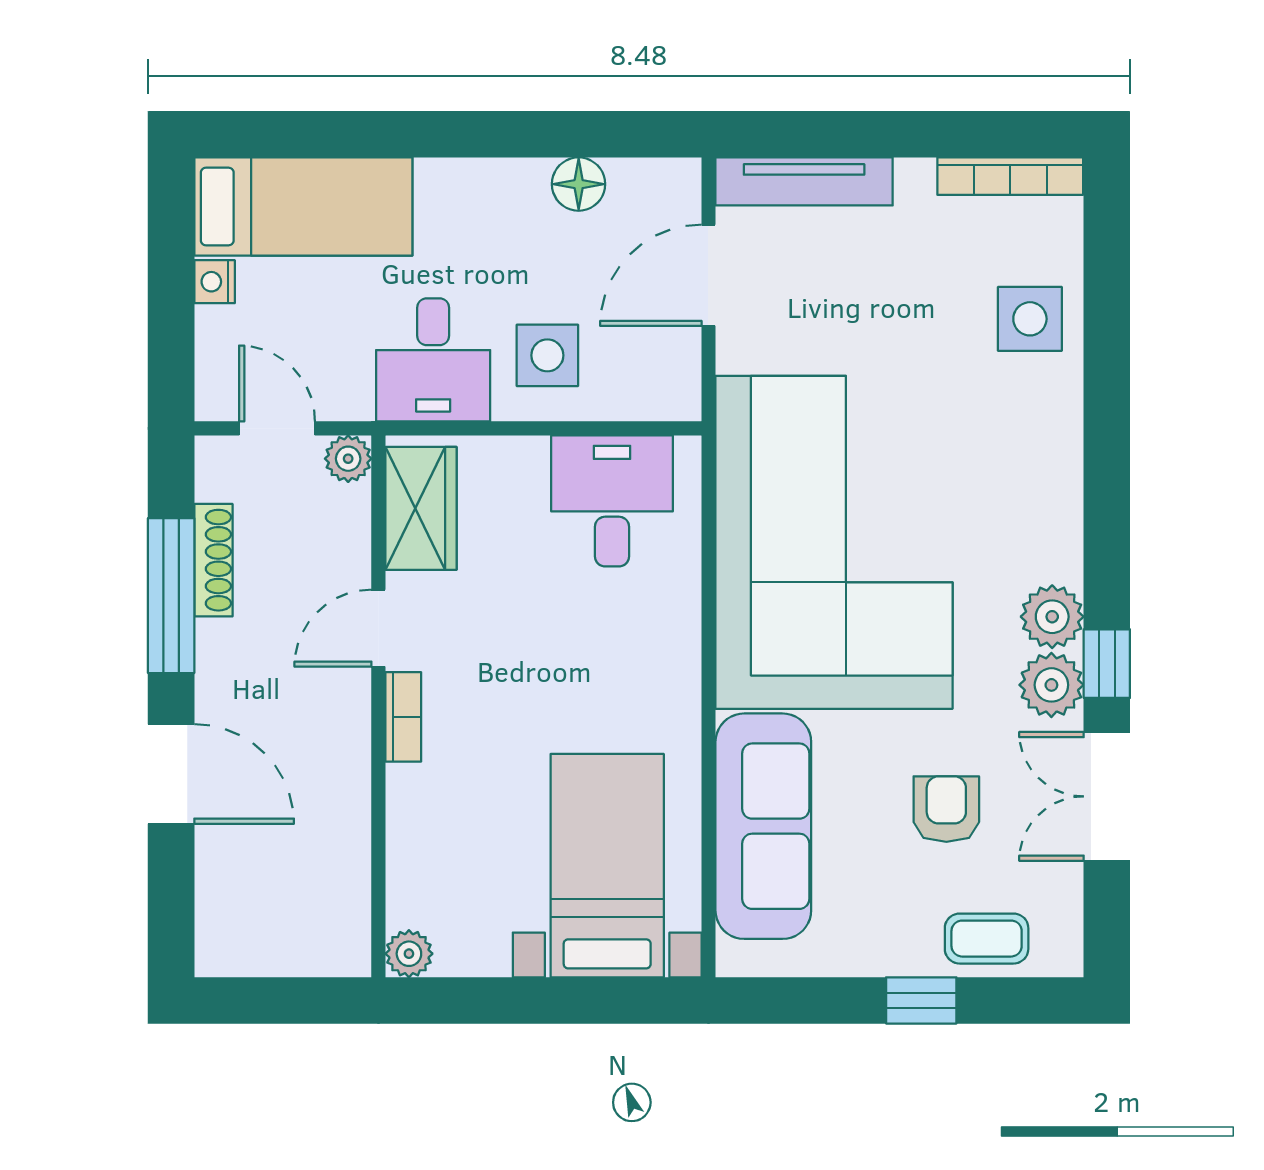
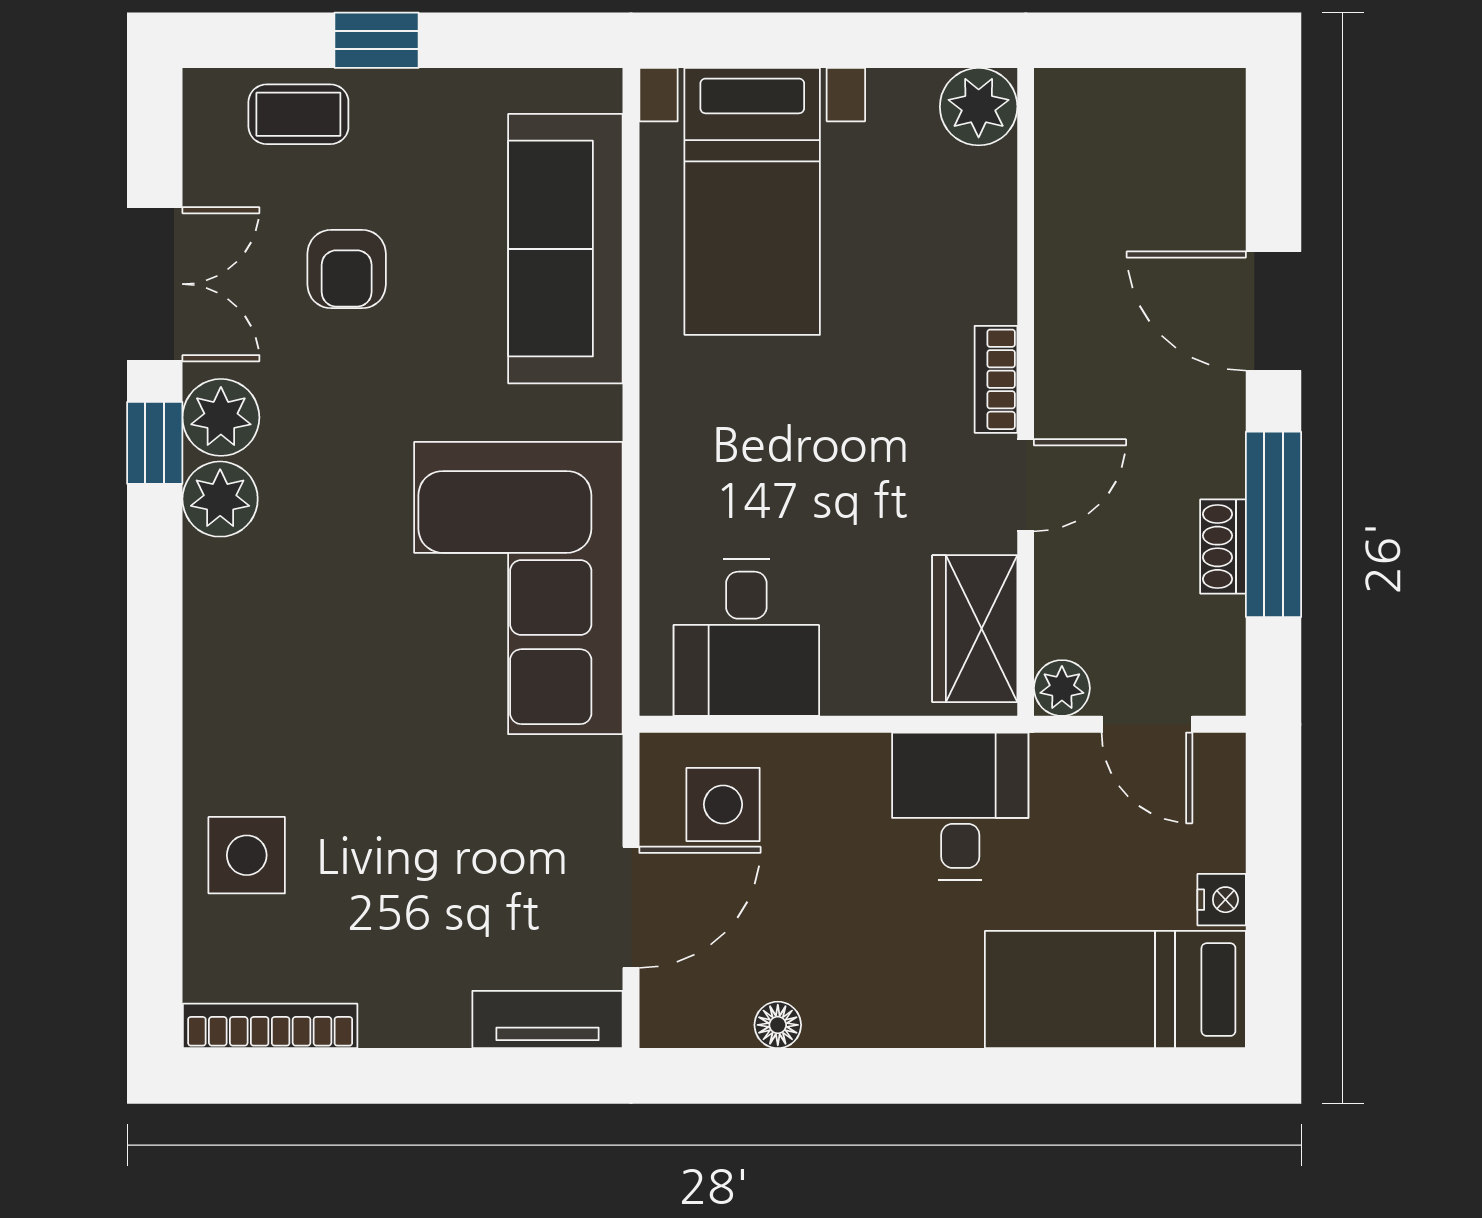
tv unit: (804, 181) -> (548, 1020), width x0.71
floor lamp: (579, 184) -> (778, 1025), width x0.73, depth x0.73
side table: (547, 355) -> (723, 804), moved
corner sofa: (834, 542) -> (518, 588), width x0.73, depth x0.74
shoe rack: (213, 560) -> (1223, 546), width x0.70
plant: (409, 954) -> (979, 107), width x1.38, depth x1.38

